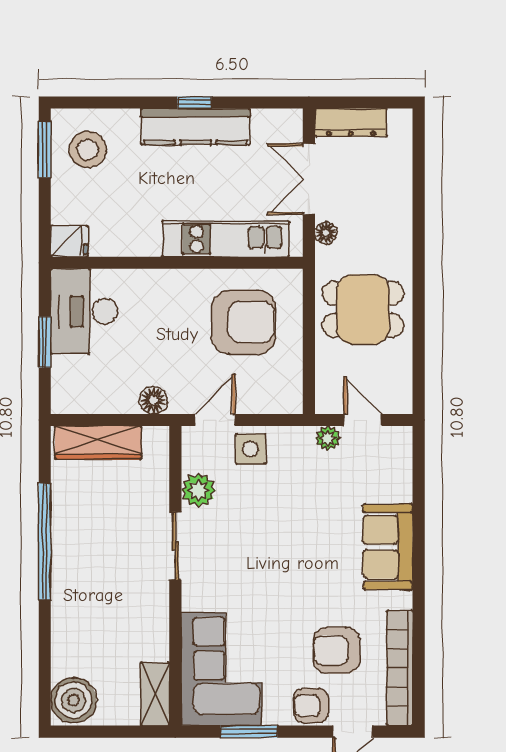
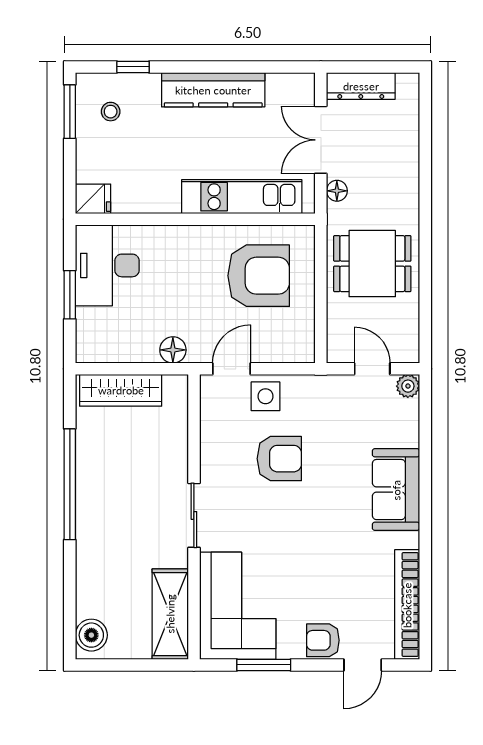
window: (194, 102) -> (133, 67), moved
stool: (88, 149) -> (111, 112), width x0.53, depth x0.53
plant: (328, 438) -> (408, 386), moved
plant: (198, 490) -> (216, 436), removed
sliding door: (175, 546) -> (194, 515), moved
armchair: (337, 650) -> (279, 459), moved, turned 180
shelving: (155, 694) -> (170, 614), width x1.50, depth x1.33
boiler: (74, 700) -> (91, 635), width x0.73, depth x0.73

